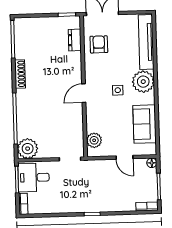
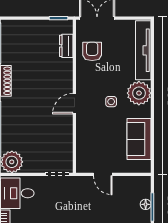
plant: (94, 140) -> (84, 155), removed
door: (124, 157) -> (103, 174), moved
floor lamp: (152, 163) -> (146, 204), moved

